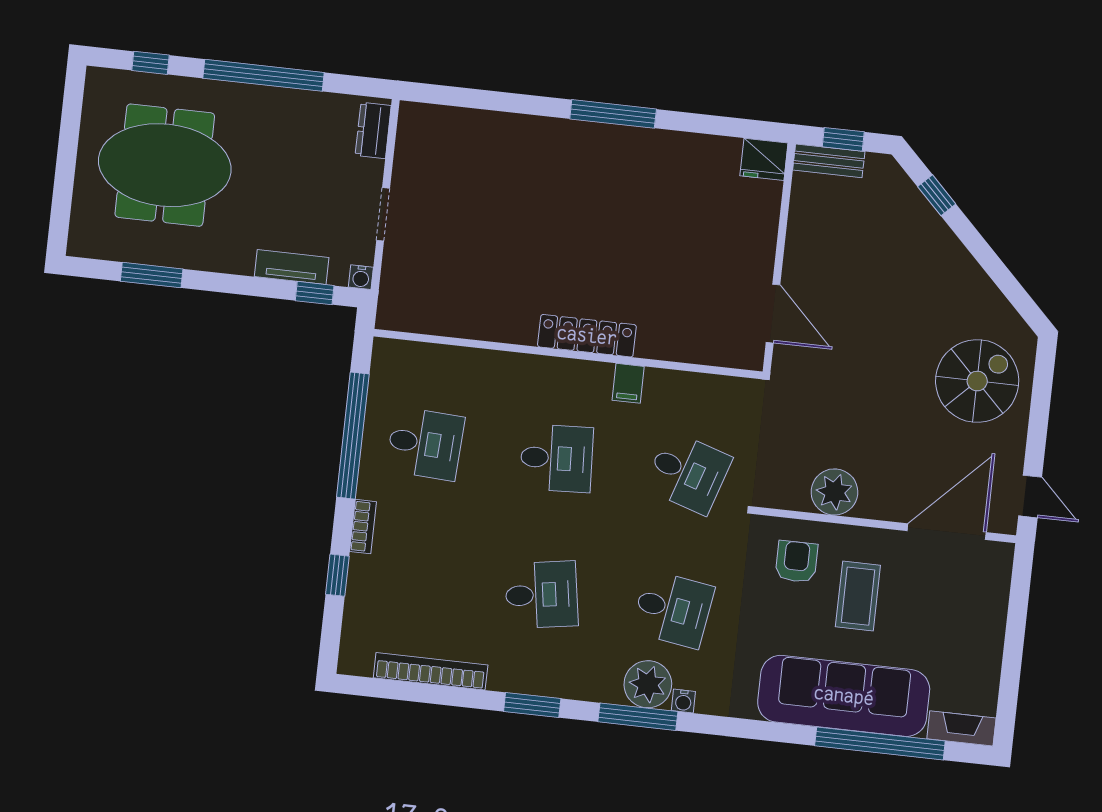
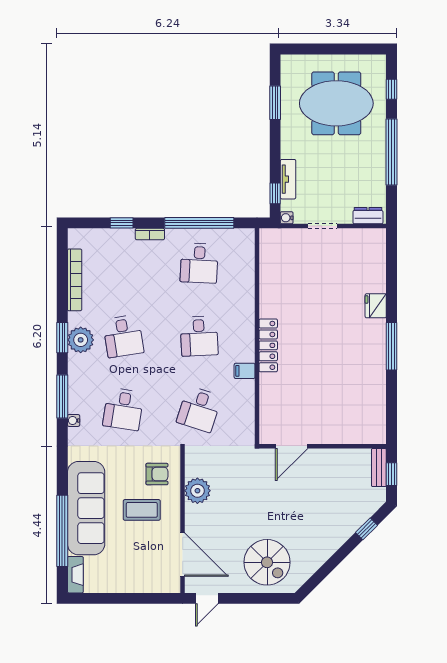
fridge: (764, 159) -> (376, 306), moved
meeting table: (165, 165) -> (336, 103), turned 90
plant: (648, 684) -> (81, 340), moved

